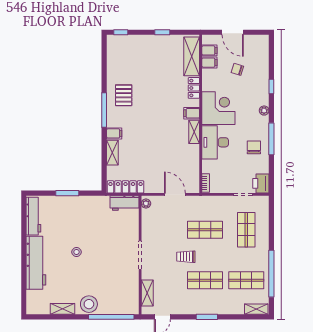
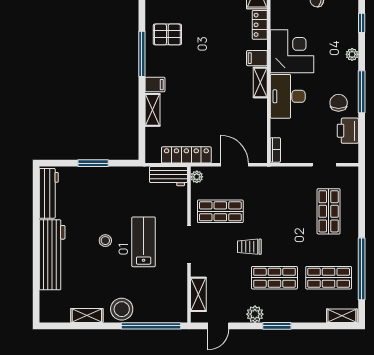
pallet: (124, 95) -> (167, 34), turned 90
printer: (261, 183) -> (348, 131), moved
locker: (126, 187) -> (186, 155), moved
shop shelf: (205, 230) -> (220, 211), moved
lab bench: (106, 253) -> (144, 242), added
plant: (190, 308) -> (255, 314), added

